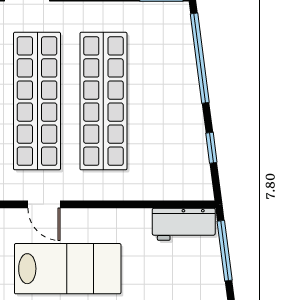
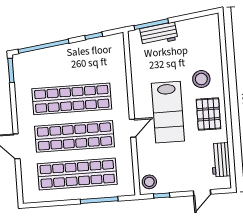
workbench: (184, 224) -> (159, 34), moved, turned 83
lab bench: (68, 269) -> (168, 112), turned 180

